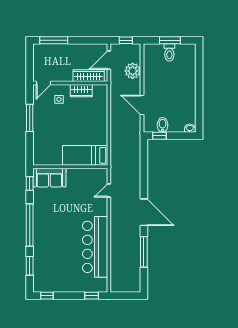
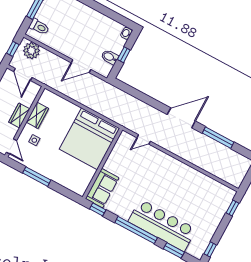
toilet: (169, 52) -> (39, 27), moved
plant: (133, 71) -> (32, 51), moved
wardrobe: (89, 76) -> (19, 115), moved, width x0.67
window: (159, 136) -> (124, 55), moved
bed: (85, 155) -> (90, 139), width x2.04
door: (109, 190) -> (144, 139), hinge flipped
bar counter: (95, 247) -> (162, 225), moved, turned 180

